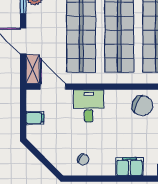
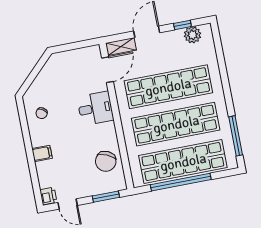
filing cabinet: (35, 118) -> (73, 58), removed
filing cabinet: (129, 167) -> (42, 153), width x0.50

